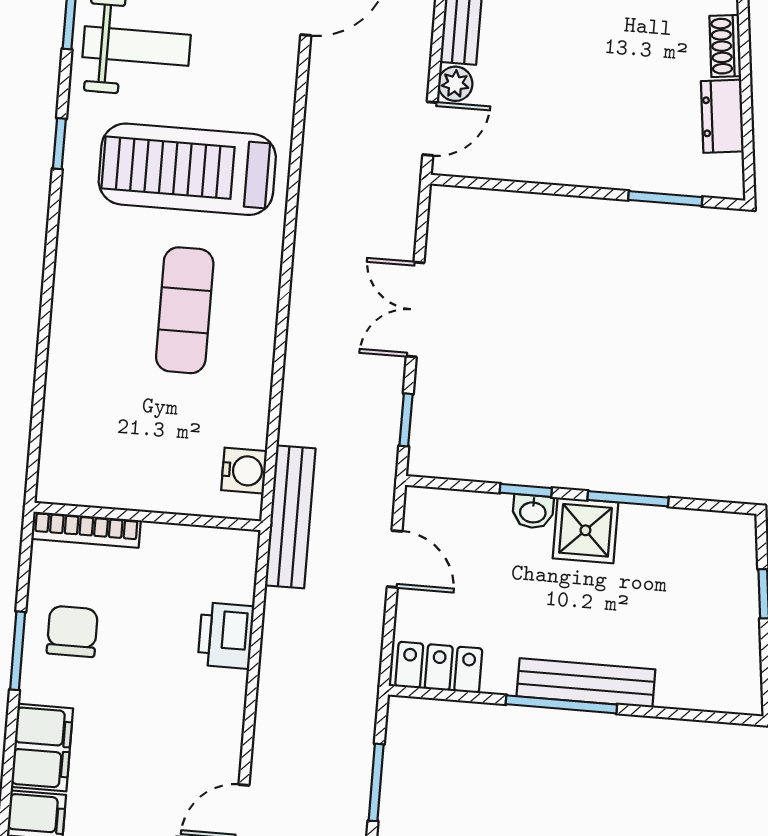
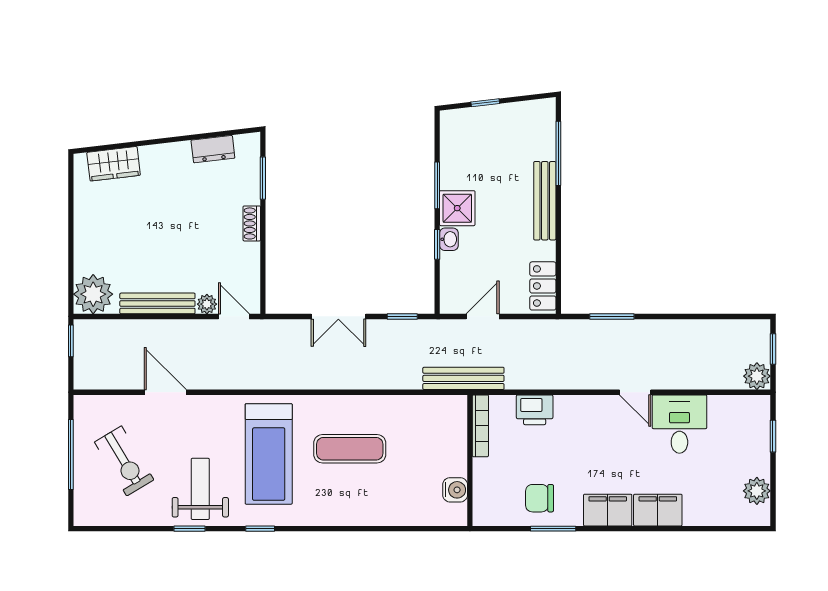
shoe rack: (725, 46) -> (252, 223), moved, turned 97
water cooler: (244, 471) -> (455, 490), moved, turned 90
bookcase: (86, 530) -> (480, 426), moved
window: (561, 704) -> (558, 153), moved

